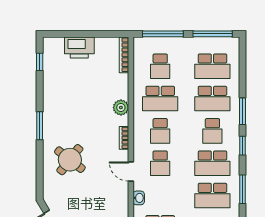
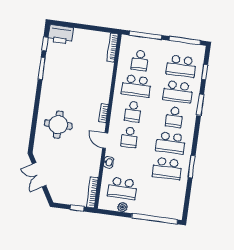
printer: (79, 47) -> (61, 34), moved
plant: (121, 107) -> (104, 89), removed
window: (40, 126) -> (42, 68), moved
window: (243, 146) -> (205, 72), moved
round table: (70, 160) -> (58, 125), turned -38

